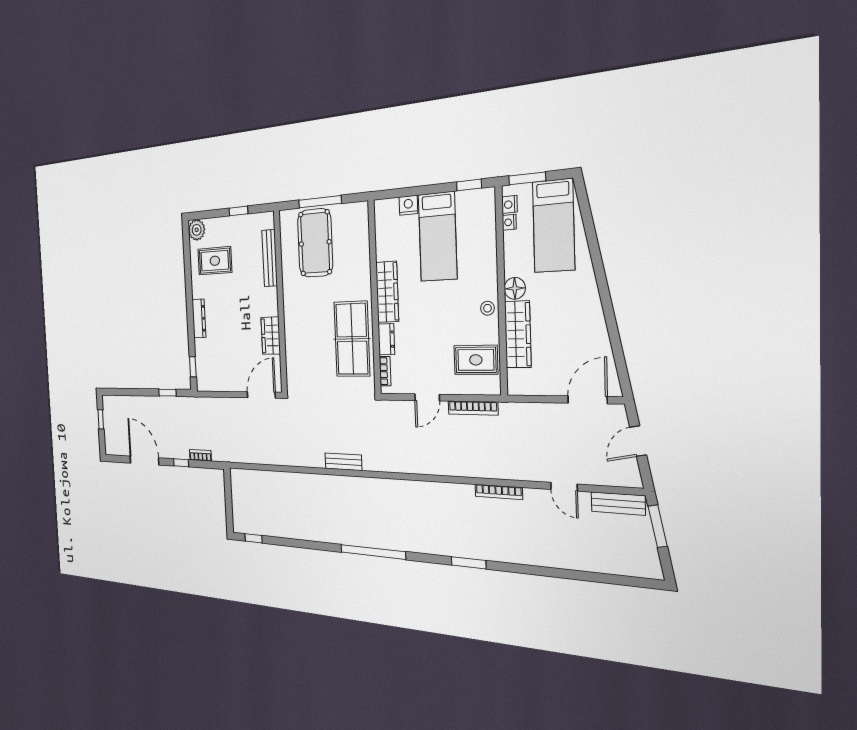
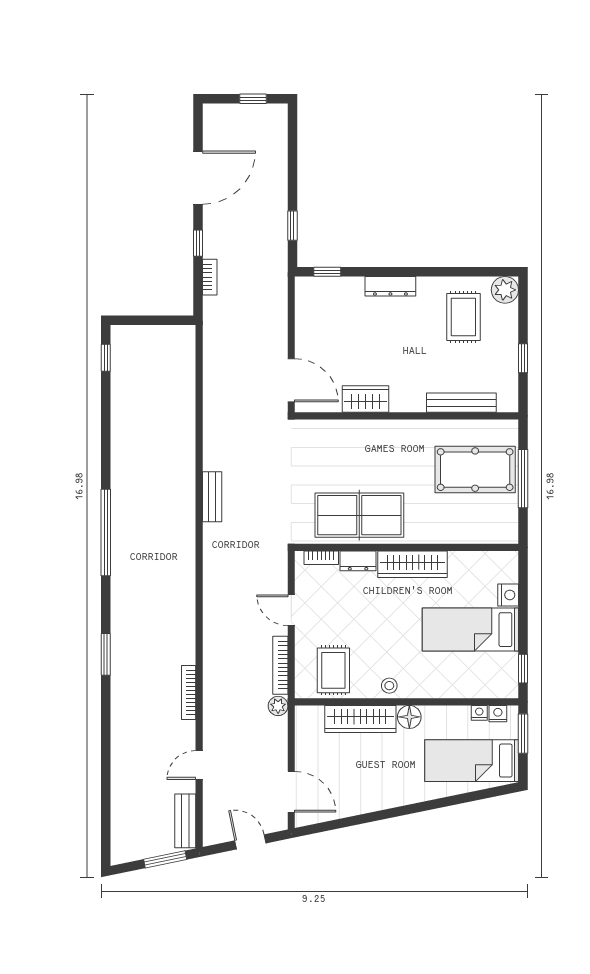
plant: (508, 411) -> (278, 706), added

